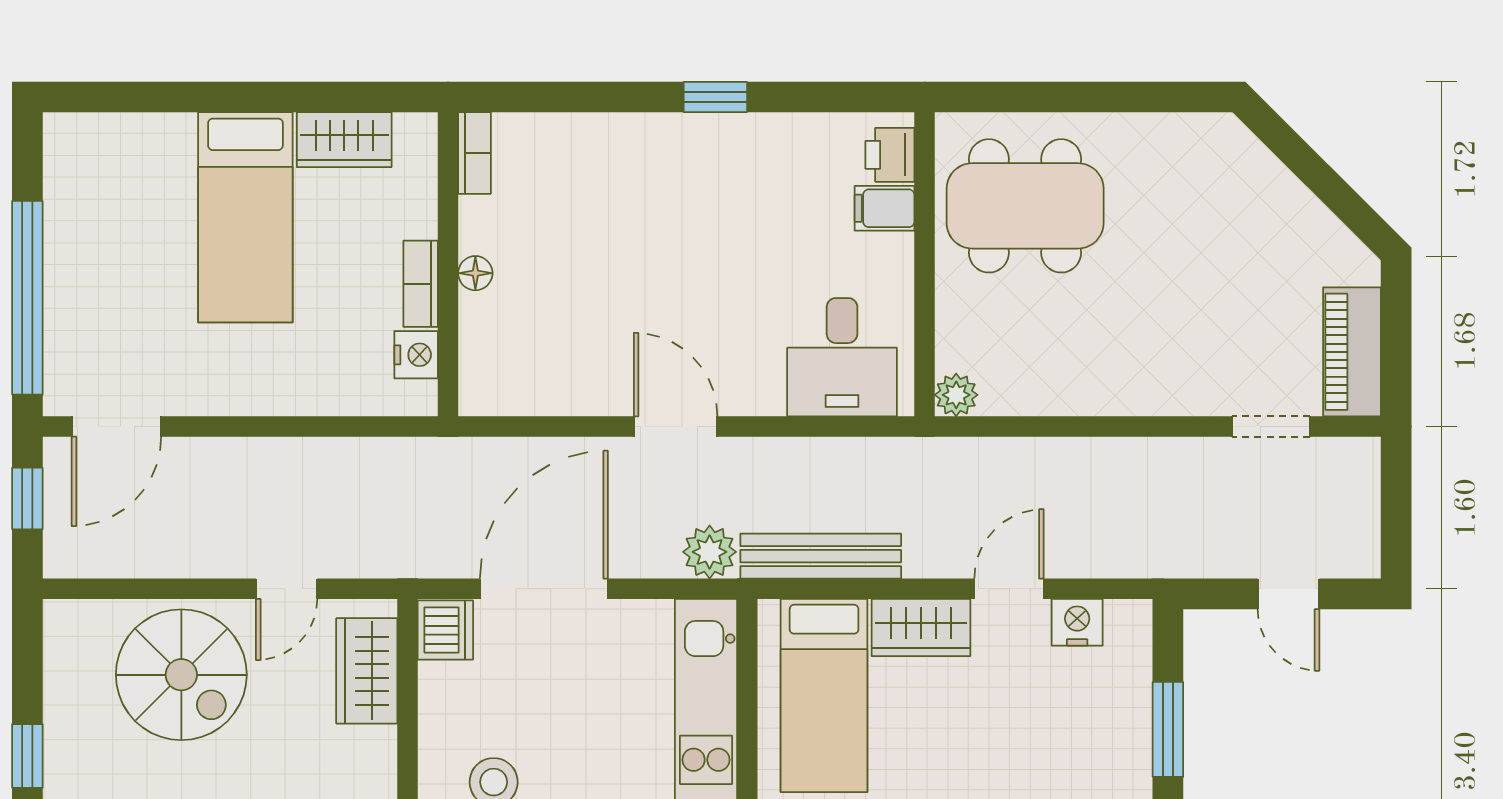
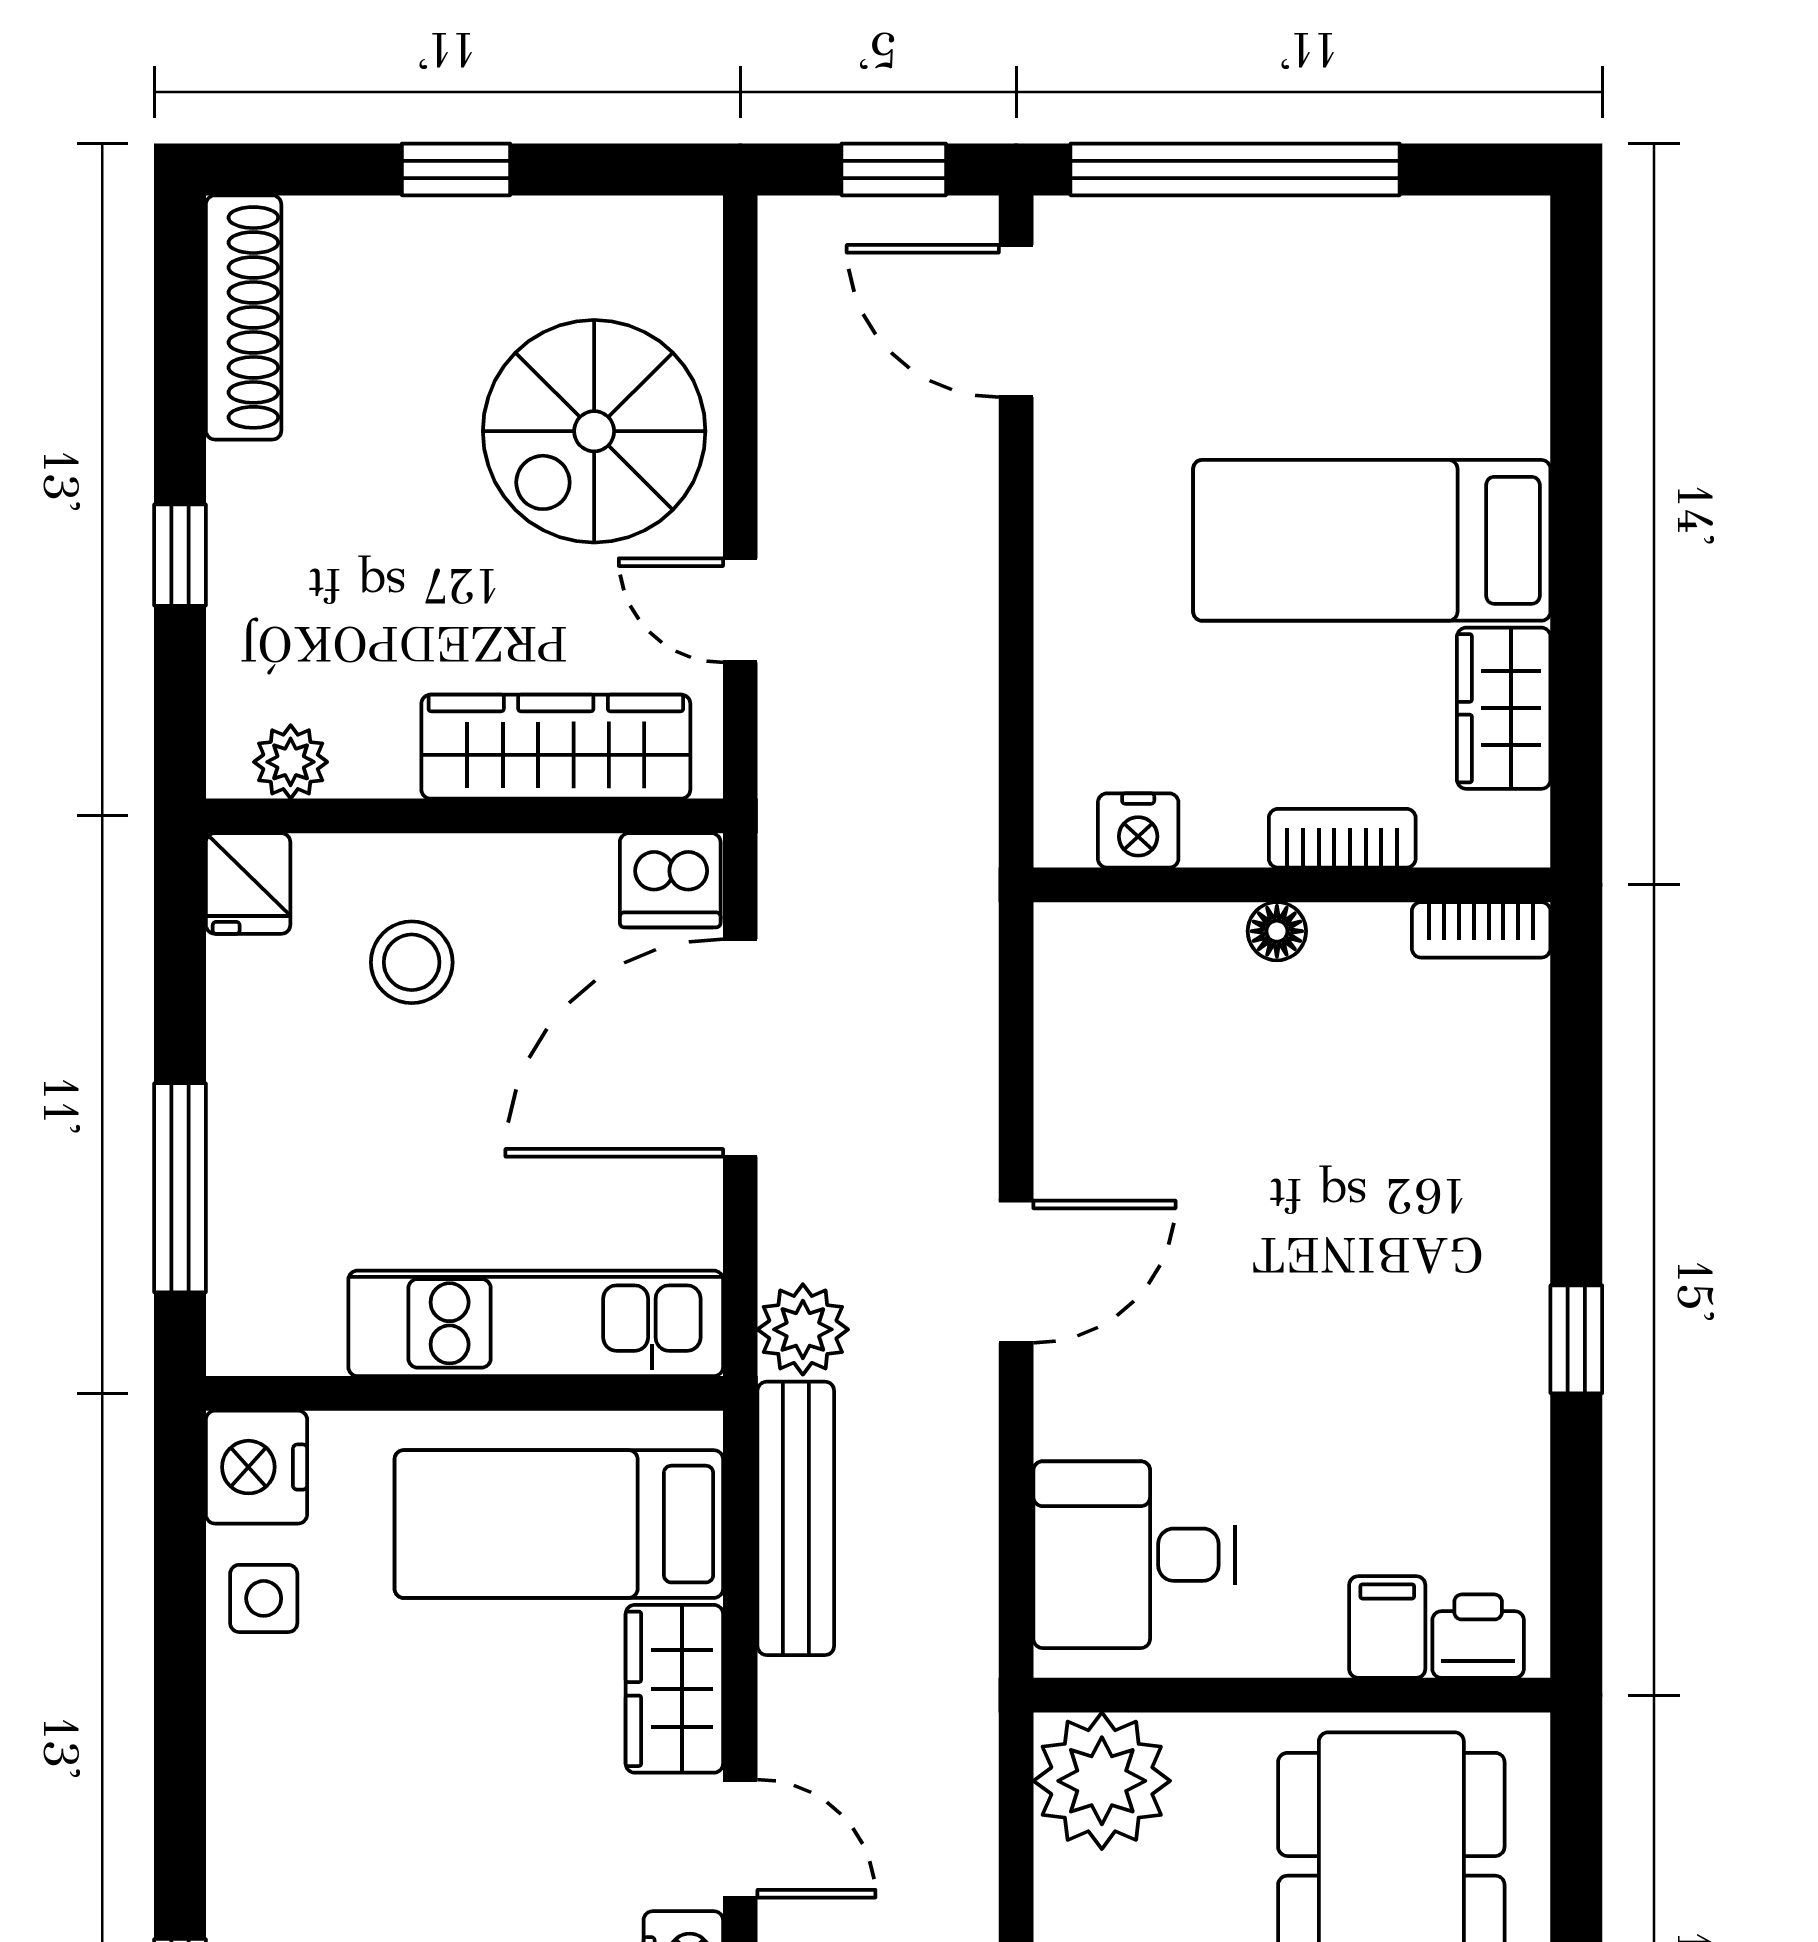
bookcase: (421, 284) -> (1342, 838), moved
plant: (956, 395) -> (1102, 1781), width x1.88, depth x1.88
door: (544, 589) -> (740, 1048), swing flipped
wardrobe: (367, 671) -> (556, 747), width x1.50

